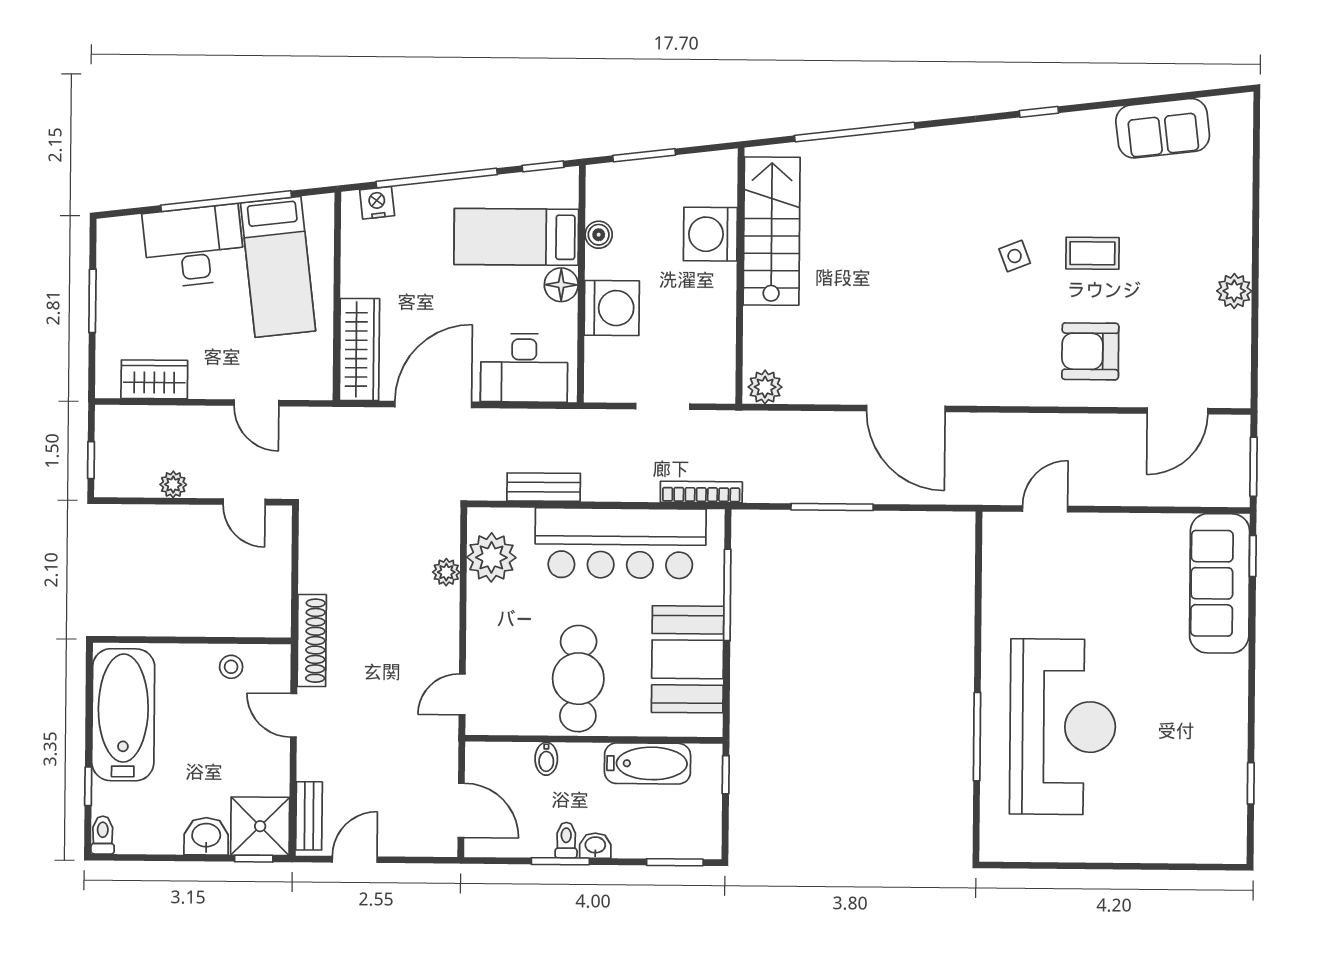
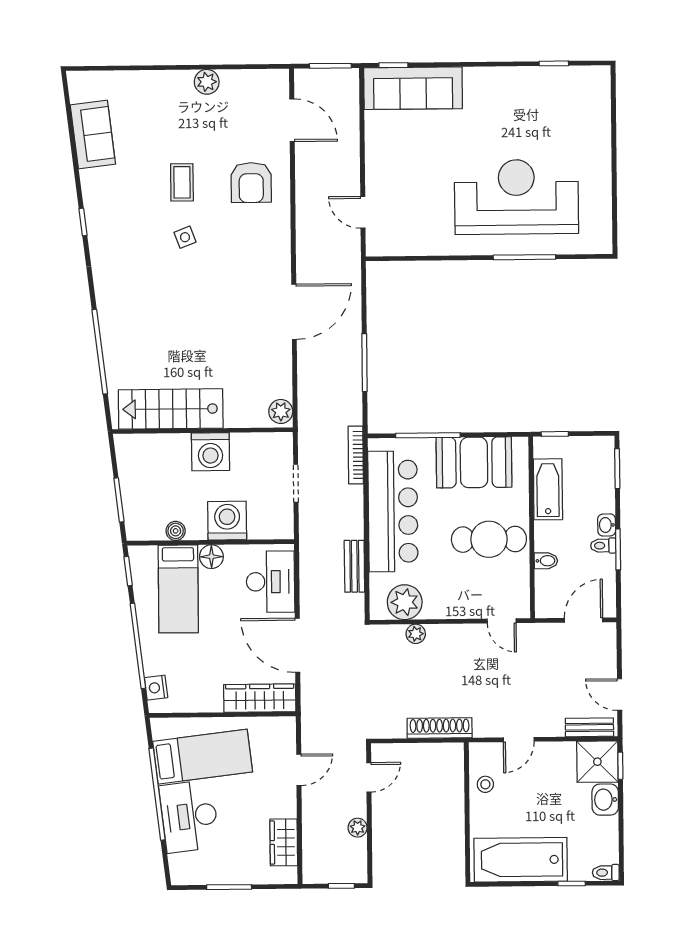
washing machine: (710, 234) -> (210, 452), moved
shoe rack: (312, 641) -> (440, 728), moved

